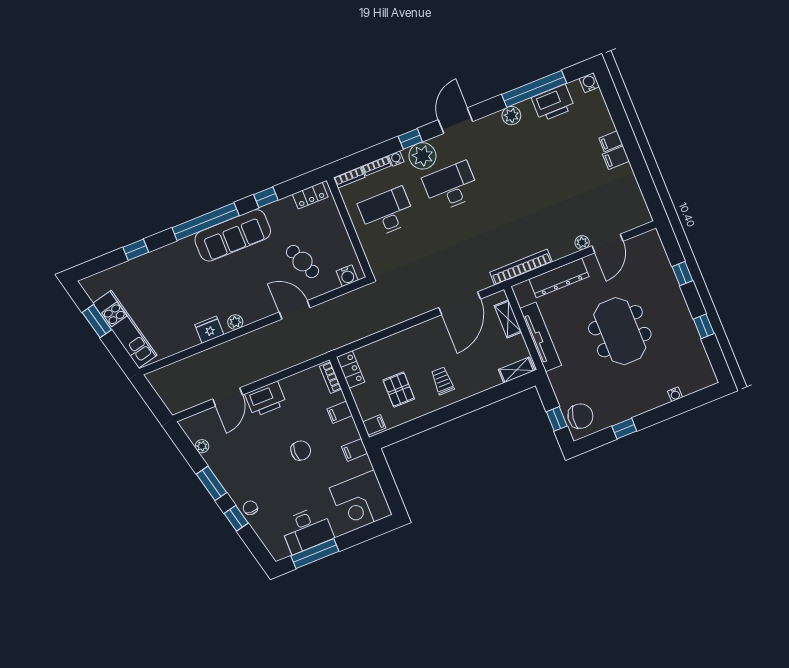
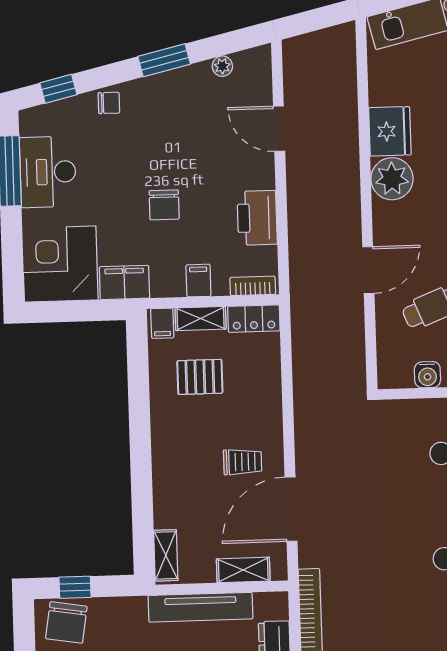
water cooler: (347, 276) -> (427, 375), moved, turned -90
door: (460, 303) -> (291, 509), hinge flipped
plant: (235, 322) -> (392, 179), width x1.88, depth x1.88
fridge: (209, 330) -> (390, 131), width x1.36, depth x1.34
trolley: (442, 381) -> (243, 462), moved
printer: (266, 399) -> (257, 218), moved
shelving: (363, 402) -> (201, 319), added
filing cabinet: (355, 450) -> (124, 282), width x2.00
window: (236, 518) -> (58, 89), moved

